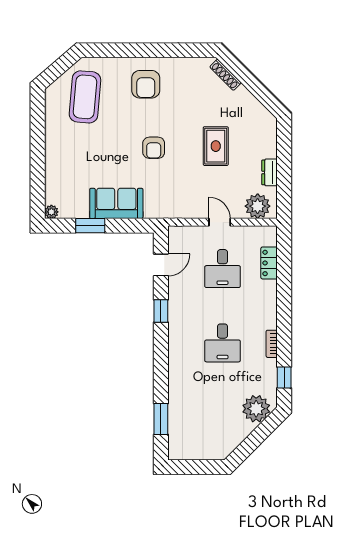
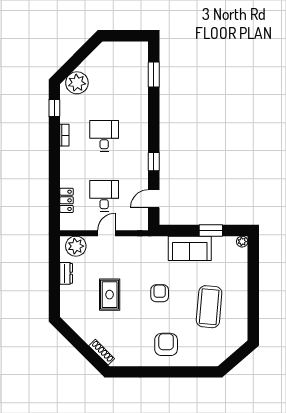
coffee table: (85, 97) -> (209, 307), moved
door: (220, 222) -> (106, 233), swing flipped

